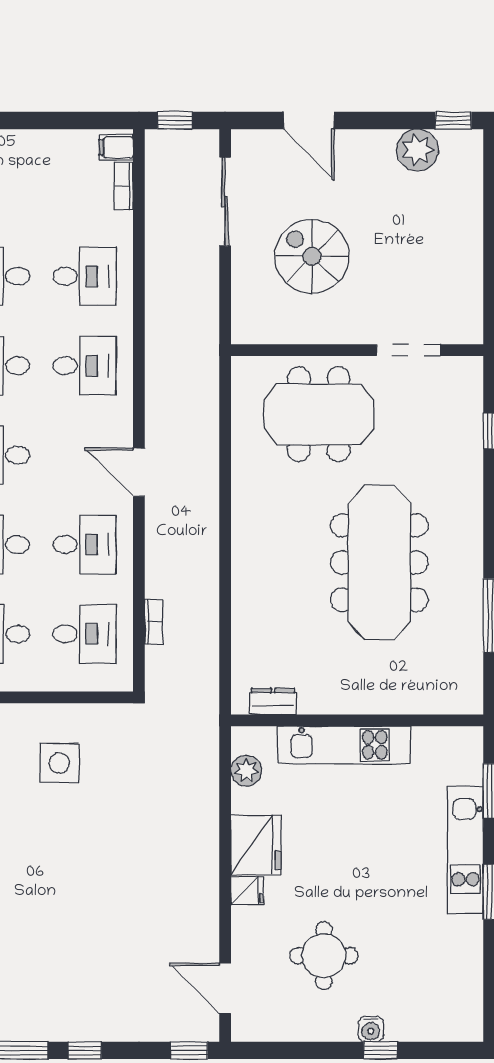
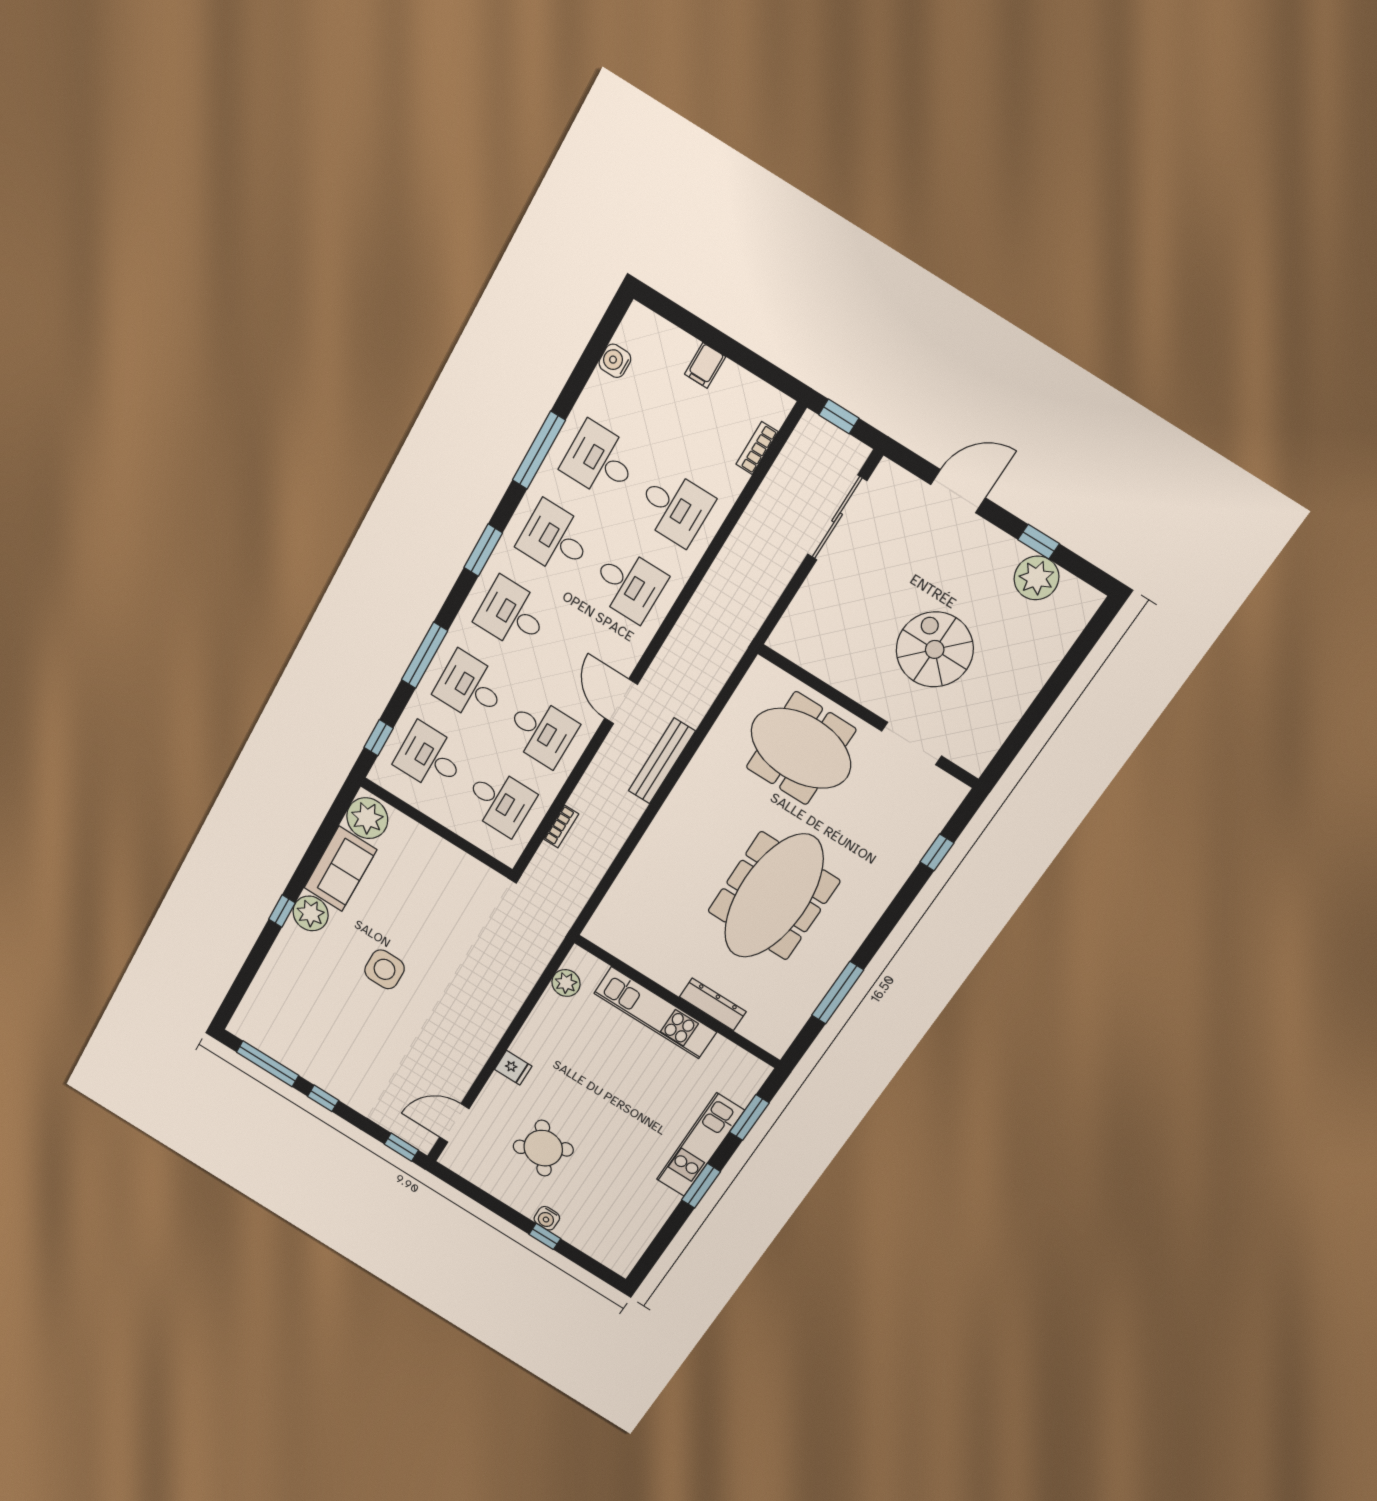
door: (309, 121) -> (958, 491), swing flipped
window: (453, 121) -> (1039, 542), moved
filing cabinet: (116, 147) -> (705, 365), moved, turned -90
spiral stairs: (312, 256) -> (935, 649), moved
bench: (206, 503) -> (662, 761), added
dresser: (273, 701) -> (713, 1004), moved, width x1.44
side table: (59, 763) -> (384, 969), moved
fridge: (256, 845) -> (540, 1040), removed
round table: (324, 956) -> (543, 1148), turned -32
door: (225, 988) -> (454, 1123), hinge flipped

